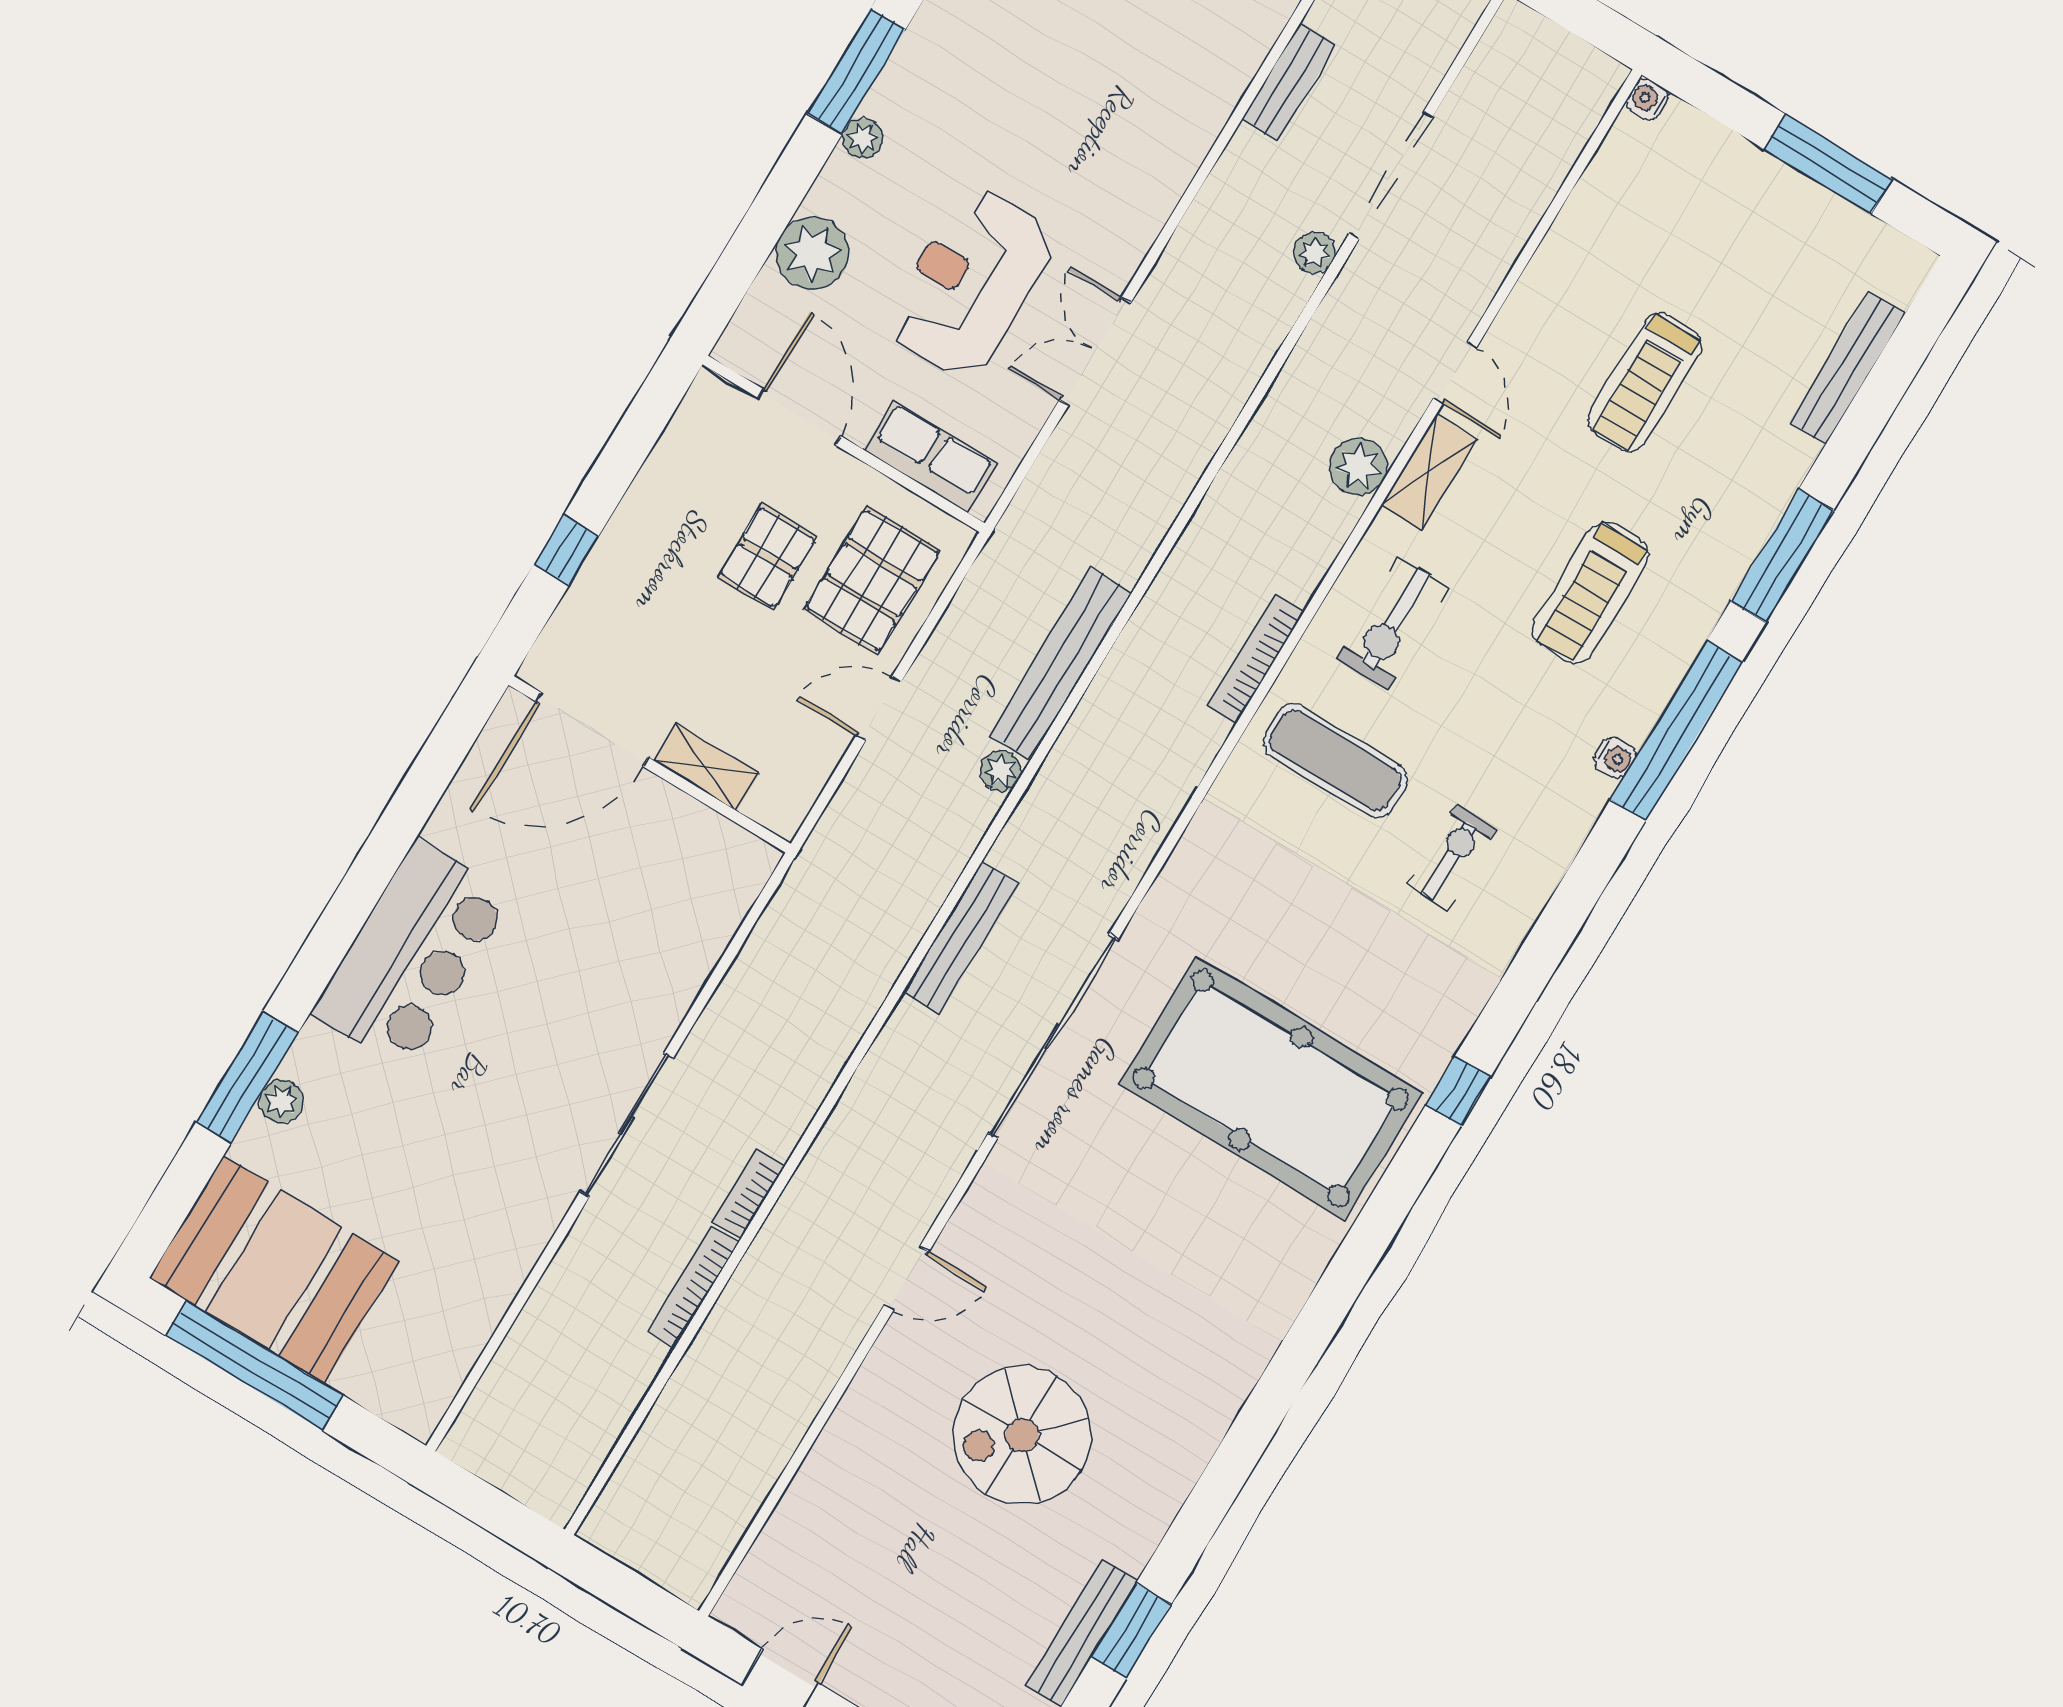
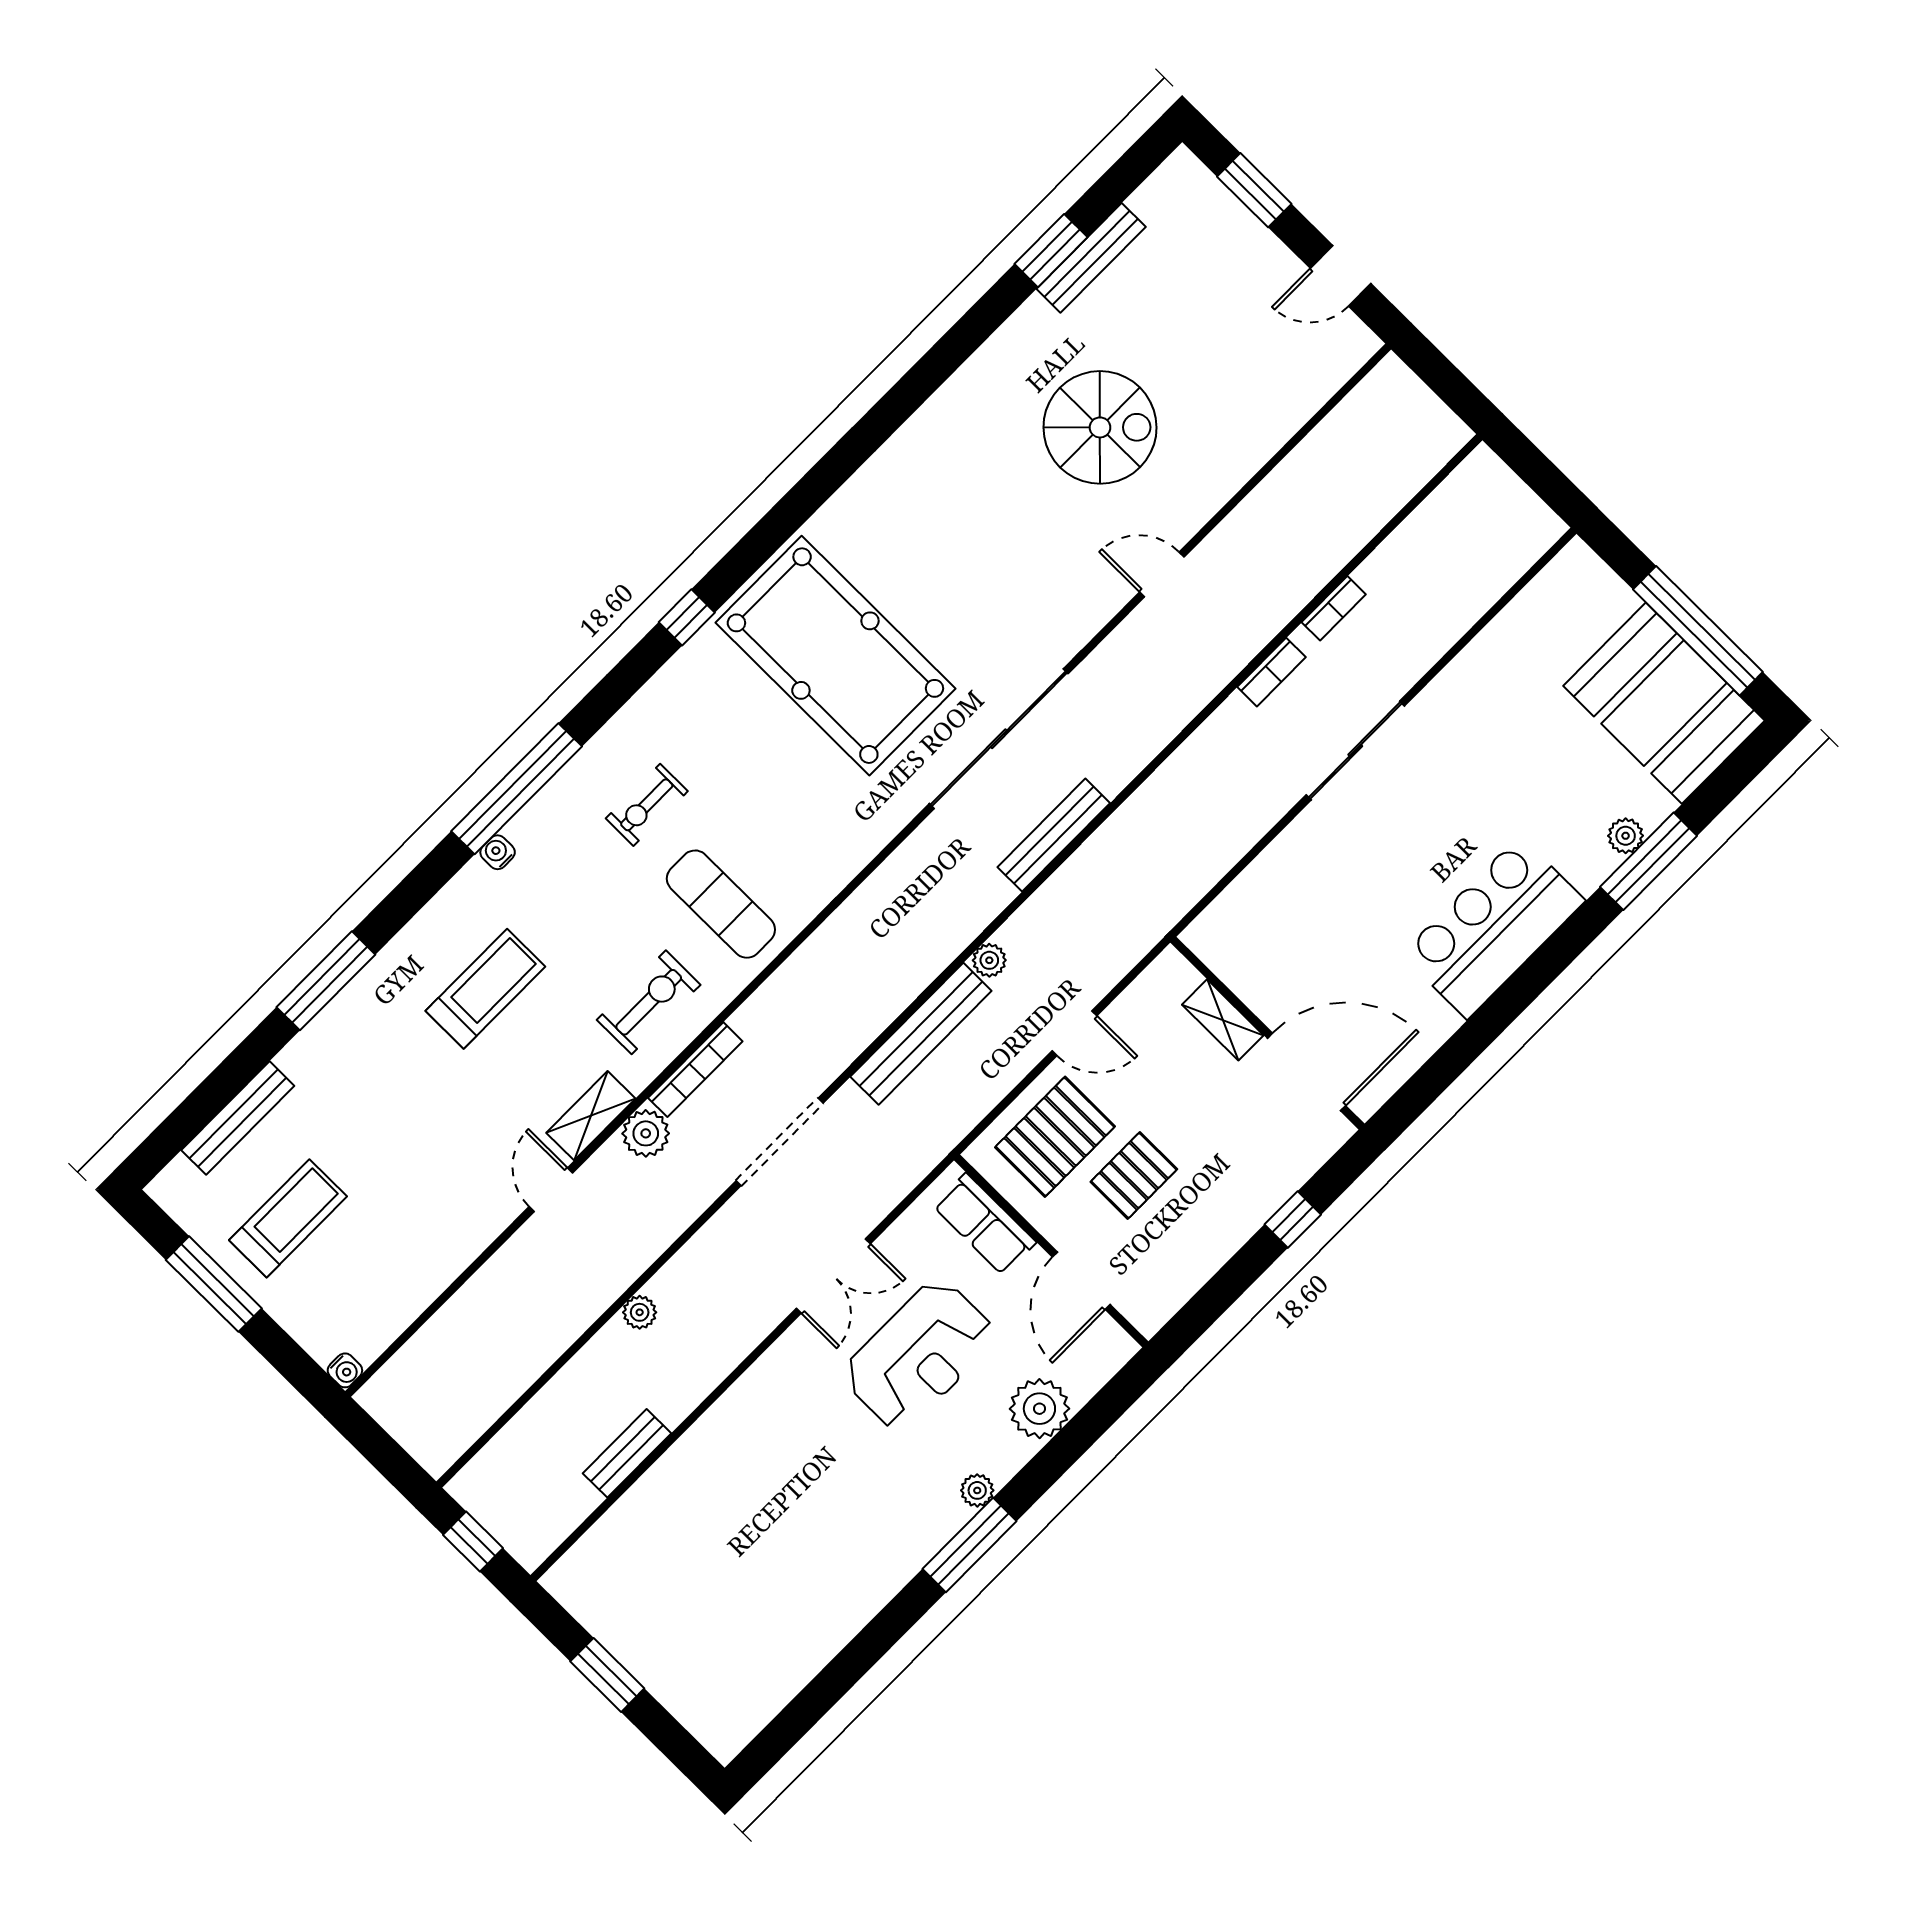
doorway: (1391, 175) -> (780, 1142), moved
treadmill: (1644, 382) -> (288, 1218), moved
bookcase: (1256, 659) -> (695, 1070), moved
window: (1676, 730) -> (517, 789), moved
bookcase: (693, 1288) -> (1334, 608), width x0.64

